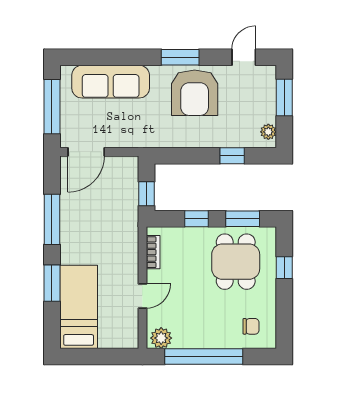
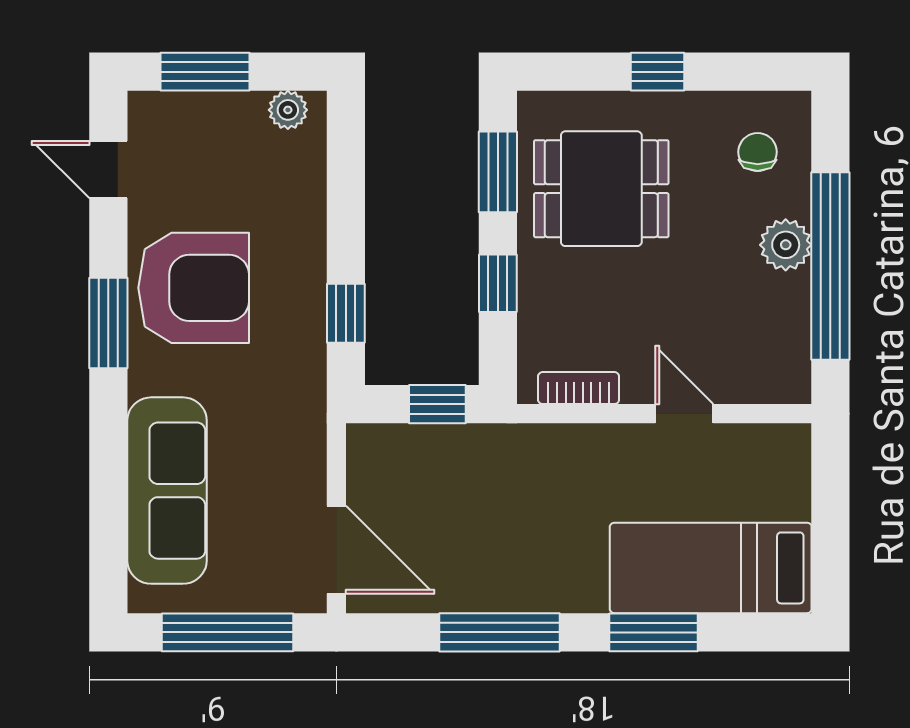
window: (232, 156) -> (346, 313), moved
window: (284, 268) -> (658, 72), moved
plant: (161, 338) -> (786, 245), moved

